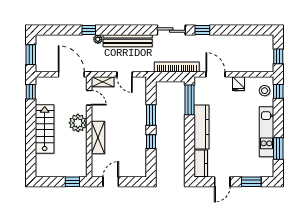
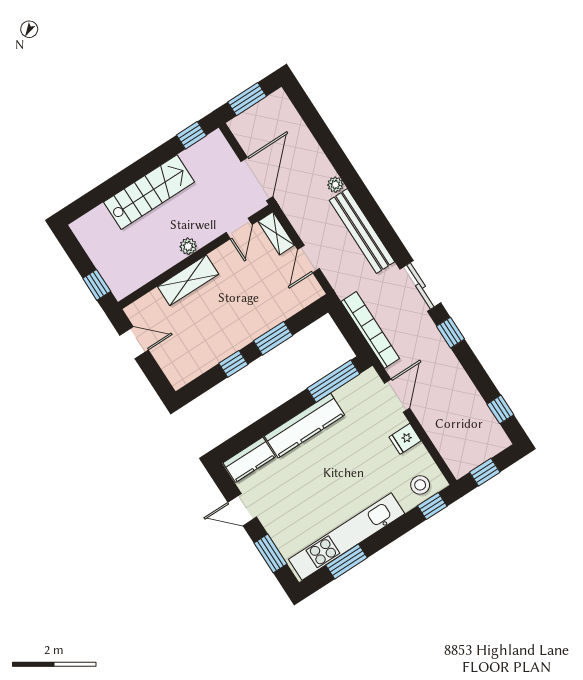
window: (89, 30) -> (500, 409), moved
plant: (78, 123) -> (188, 246), width x0.53, depth x0.53
kitchen unit: (266, 132) -> (347, 536), width x1.36

